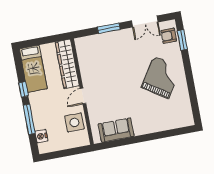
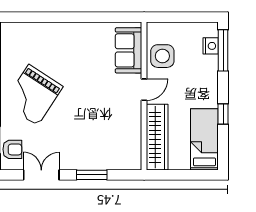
window: (29, 119) -> (223, 50), moved
sofa: (116, 130) -> (129, 50), moved, turned 90

